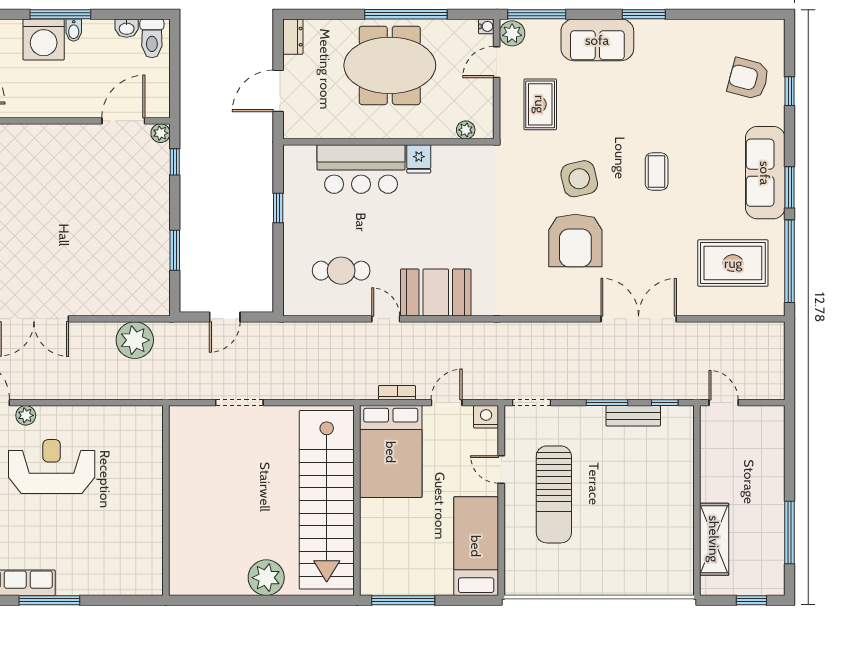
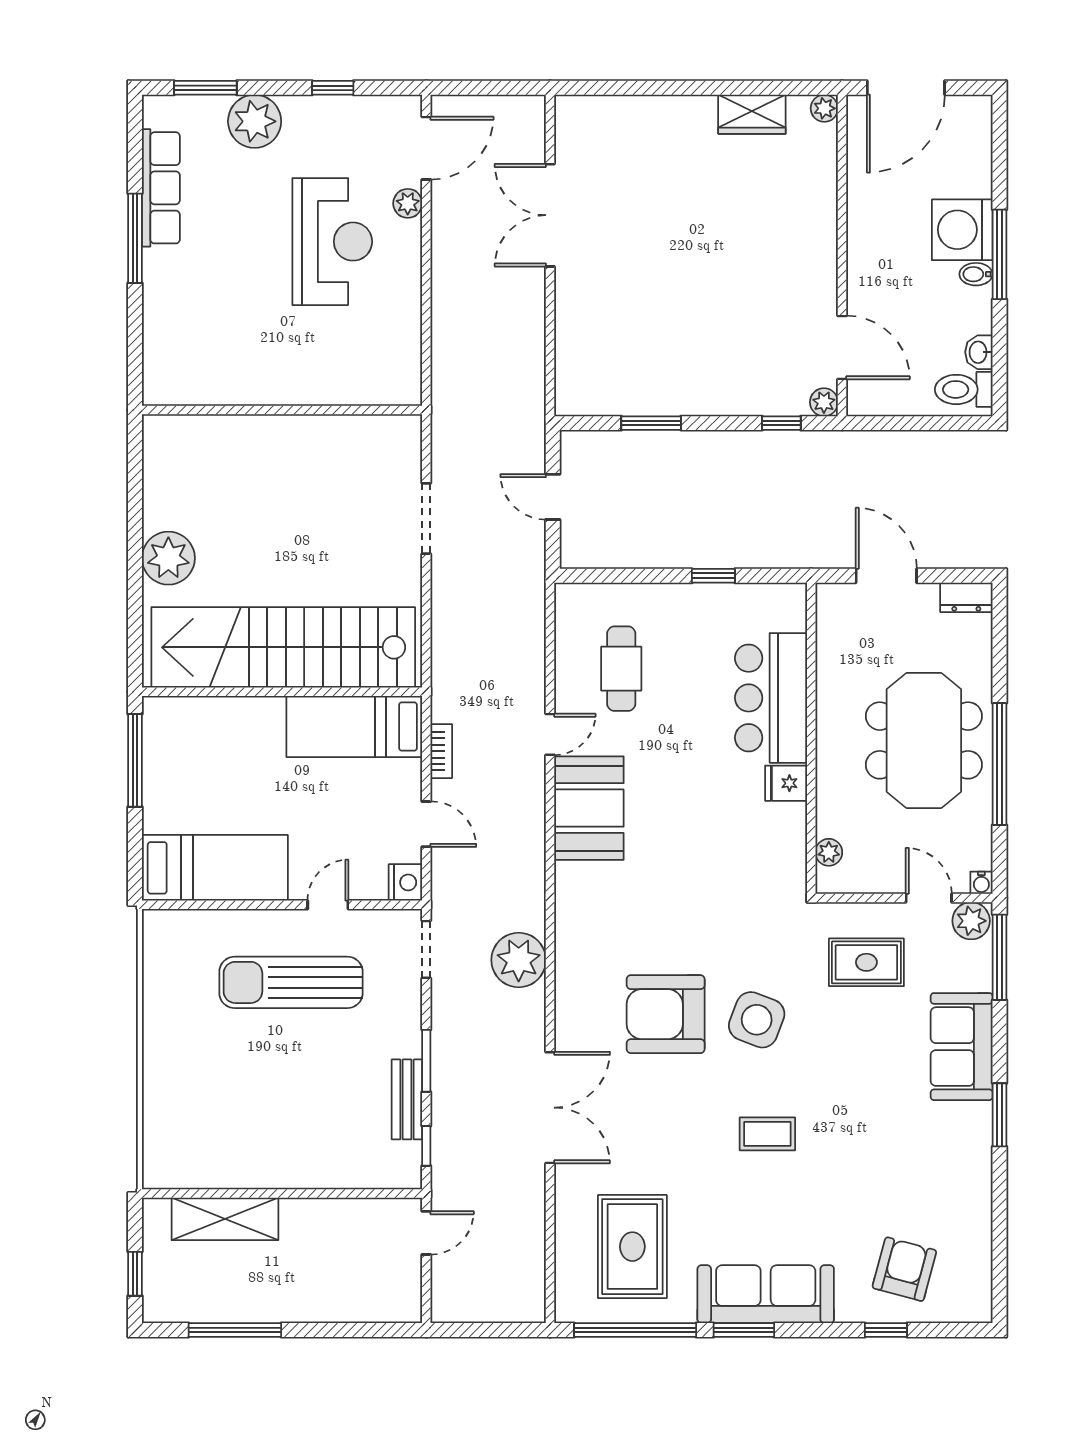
side table: (579, 179) -> (757, 1020), turned 34
plant: (135, 340) -> (519, 960), moved
bed: (391, 452) -> (354, 726), width x0.67

